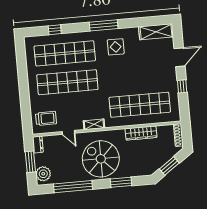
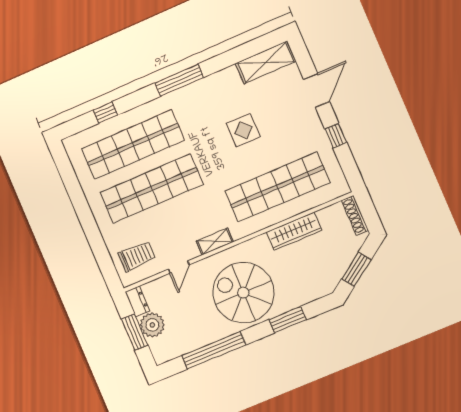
display table: (116, 47) -> (243, 130), moved
door: (68, 132) -> (179, 267), hinge flipped
plant: (43, 174) -> (152, 325), moved

